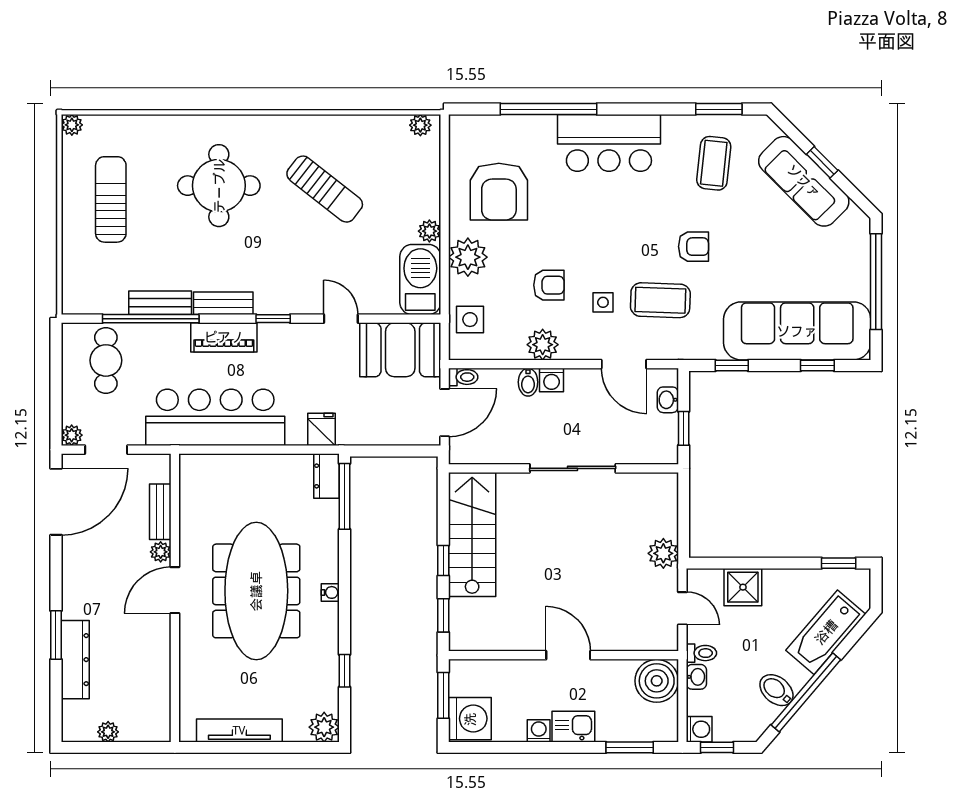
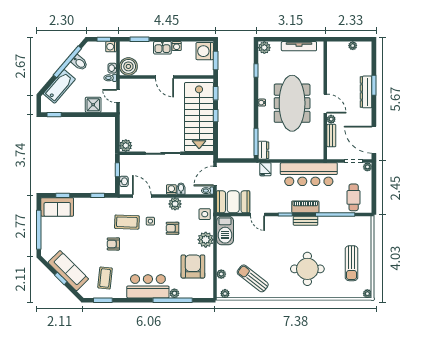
plant: (544, 126) -> (174, 293), added
sun lounger: (325, 189) -> (253, 278), moved
plant: (429, 231) -> (221, 274), moved
bench: (160, 303) -> (331, 221), removed
sofa: (797, 331) -> (57, 207), width x0.54, depth x0.79
door: (56, 502) -> (374, 140), hinge flipped
stairs: (472, 534) -> (199, 117), width x1.36, depth x1.51
plant: (663, 553) -> (126, 146), moved
door: (175, 590) -> (325, 104), hinge flipped
dresser: (75, 660) -> (366, 92), moved

